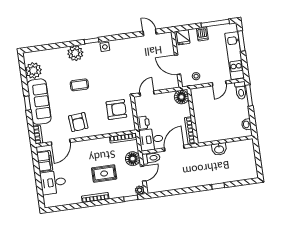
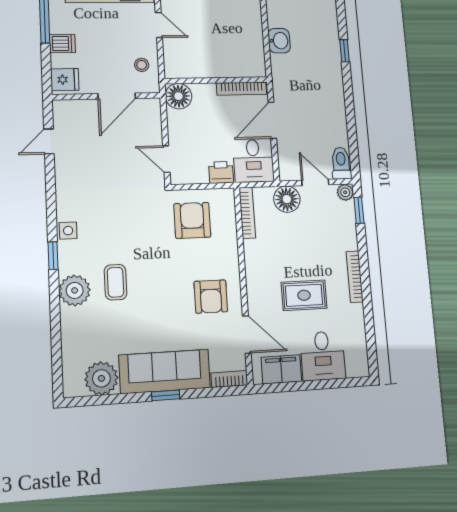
coffee table: (79, 85) -> (116, 282), moved
armchair: (78, 122) -> (211, 297), turned 95
door: (174, 148) -> (272, 120), hinge flipped
toilet: (151, 158) -> (341, 163), moved
rug: (104, 173) -> (304, 295), moved, turned 90

